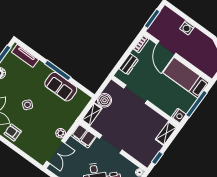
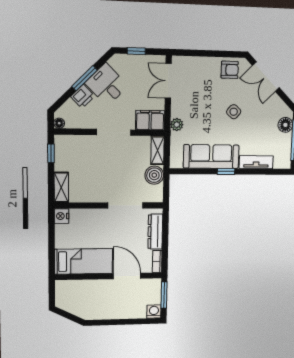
washing machine: (187, 28) -> (154, 311), moved
tv unit: (25, 56) -> (256, 162), moved
dresser: (129, 64) -> (155, 232), width x1.44
window: (58, 70) -> (226, 171), width x0.46
sofa: (61, 87) -> (211, 157), width x1.36
window: (197, 104) -> (51, 242), removed
plant: (61, 133) -> (177, 125), moved

